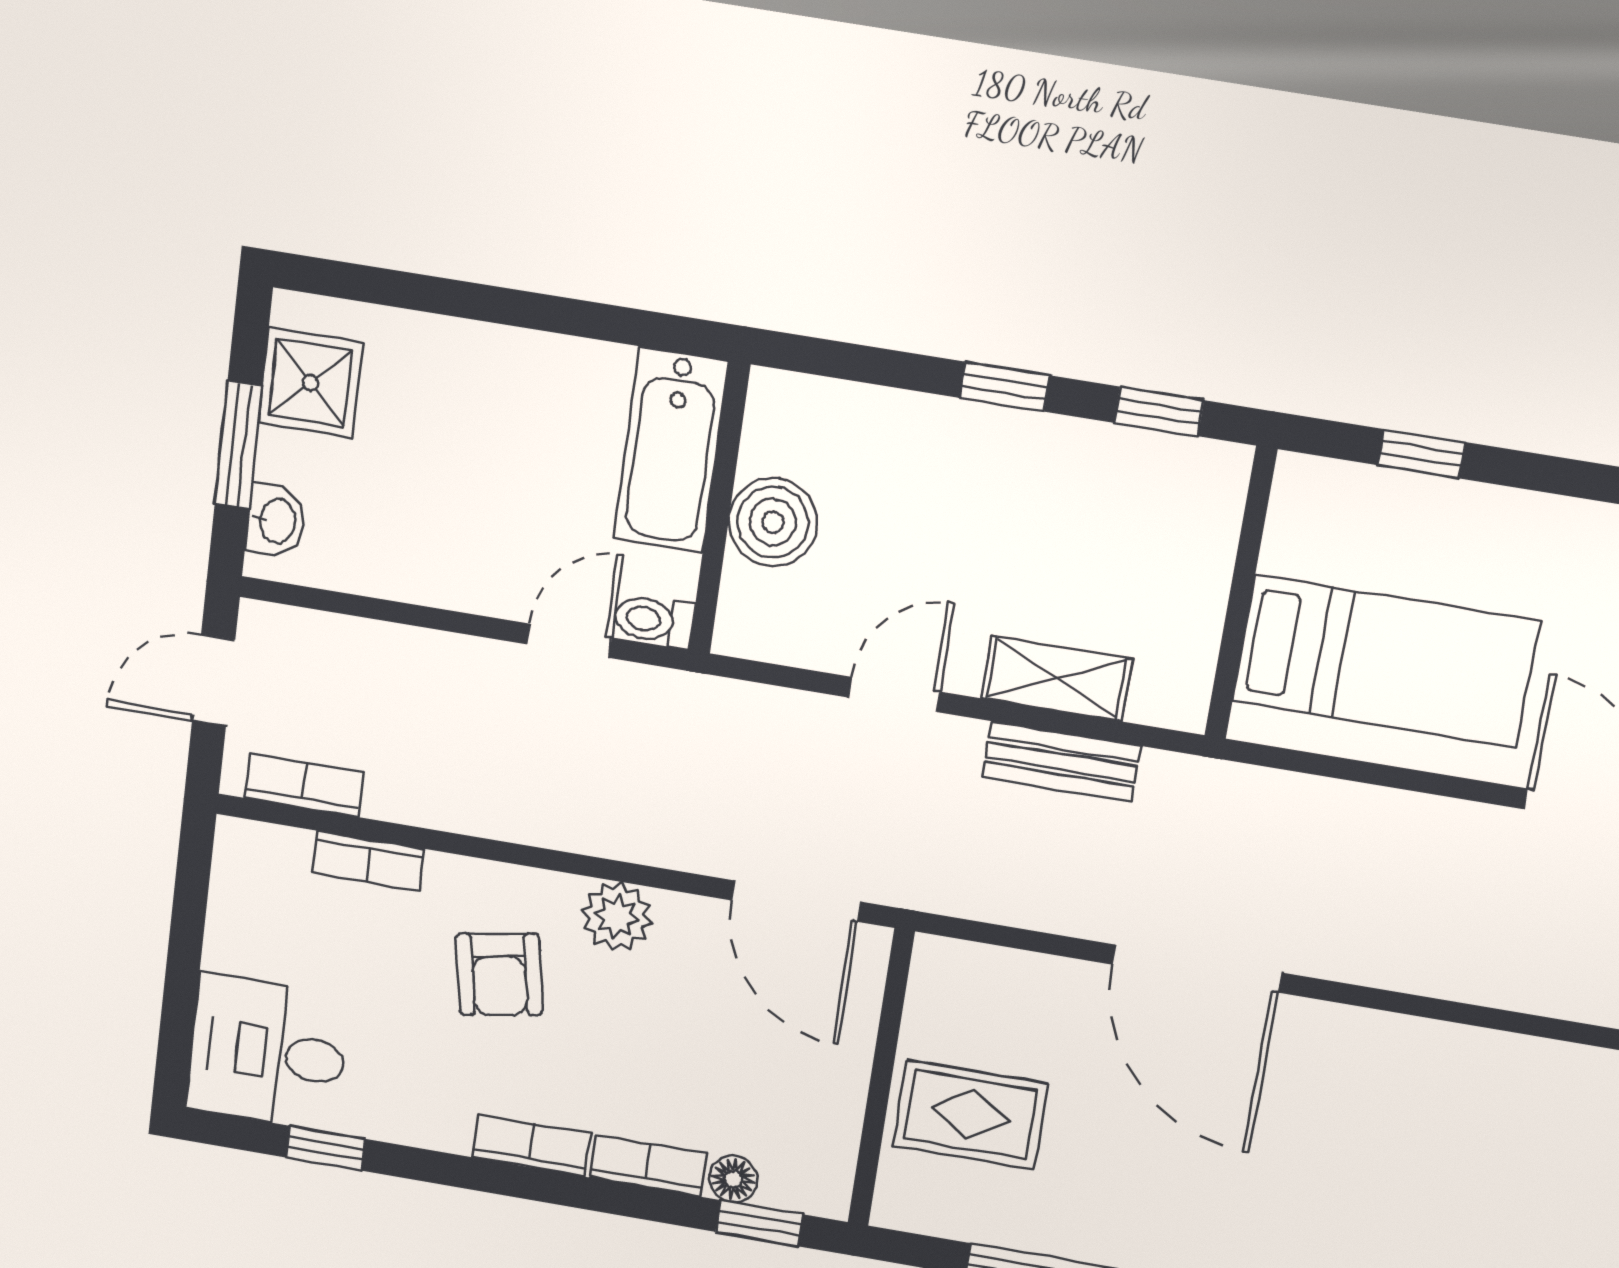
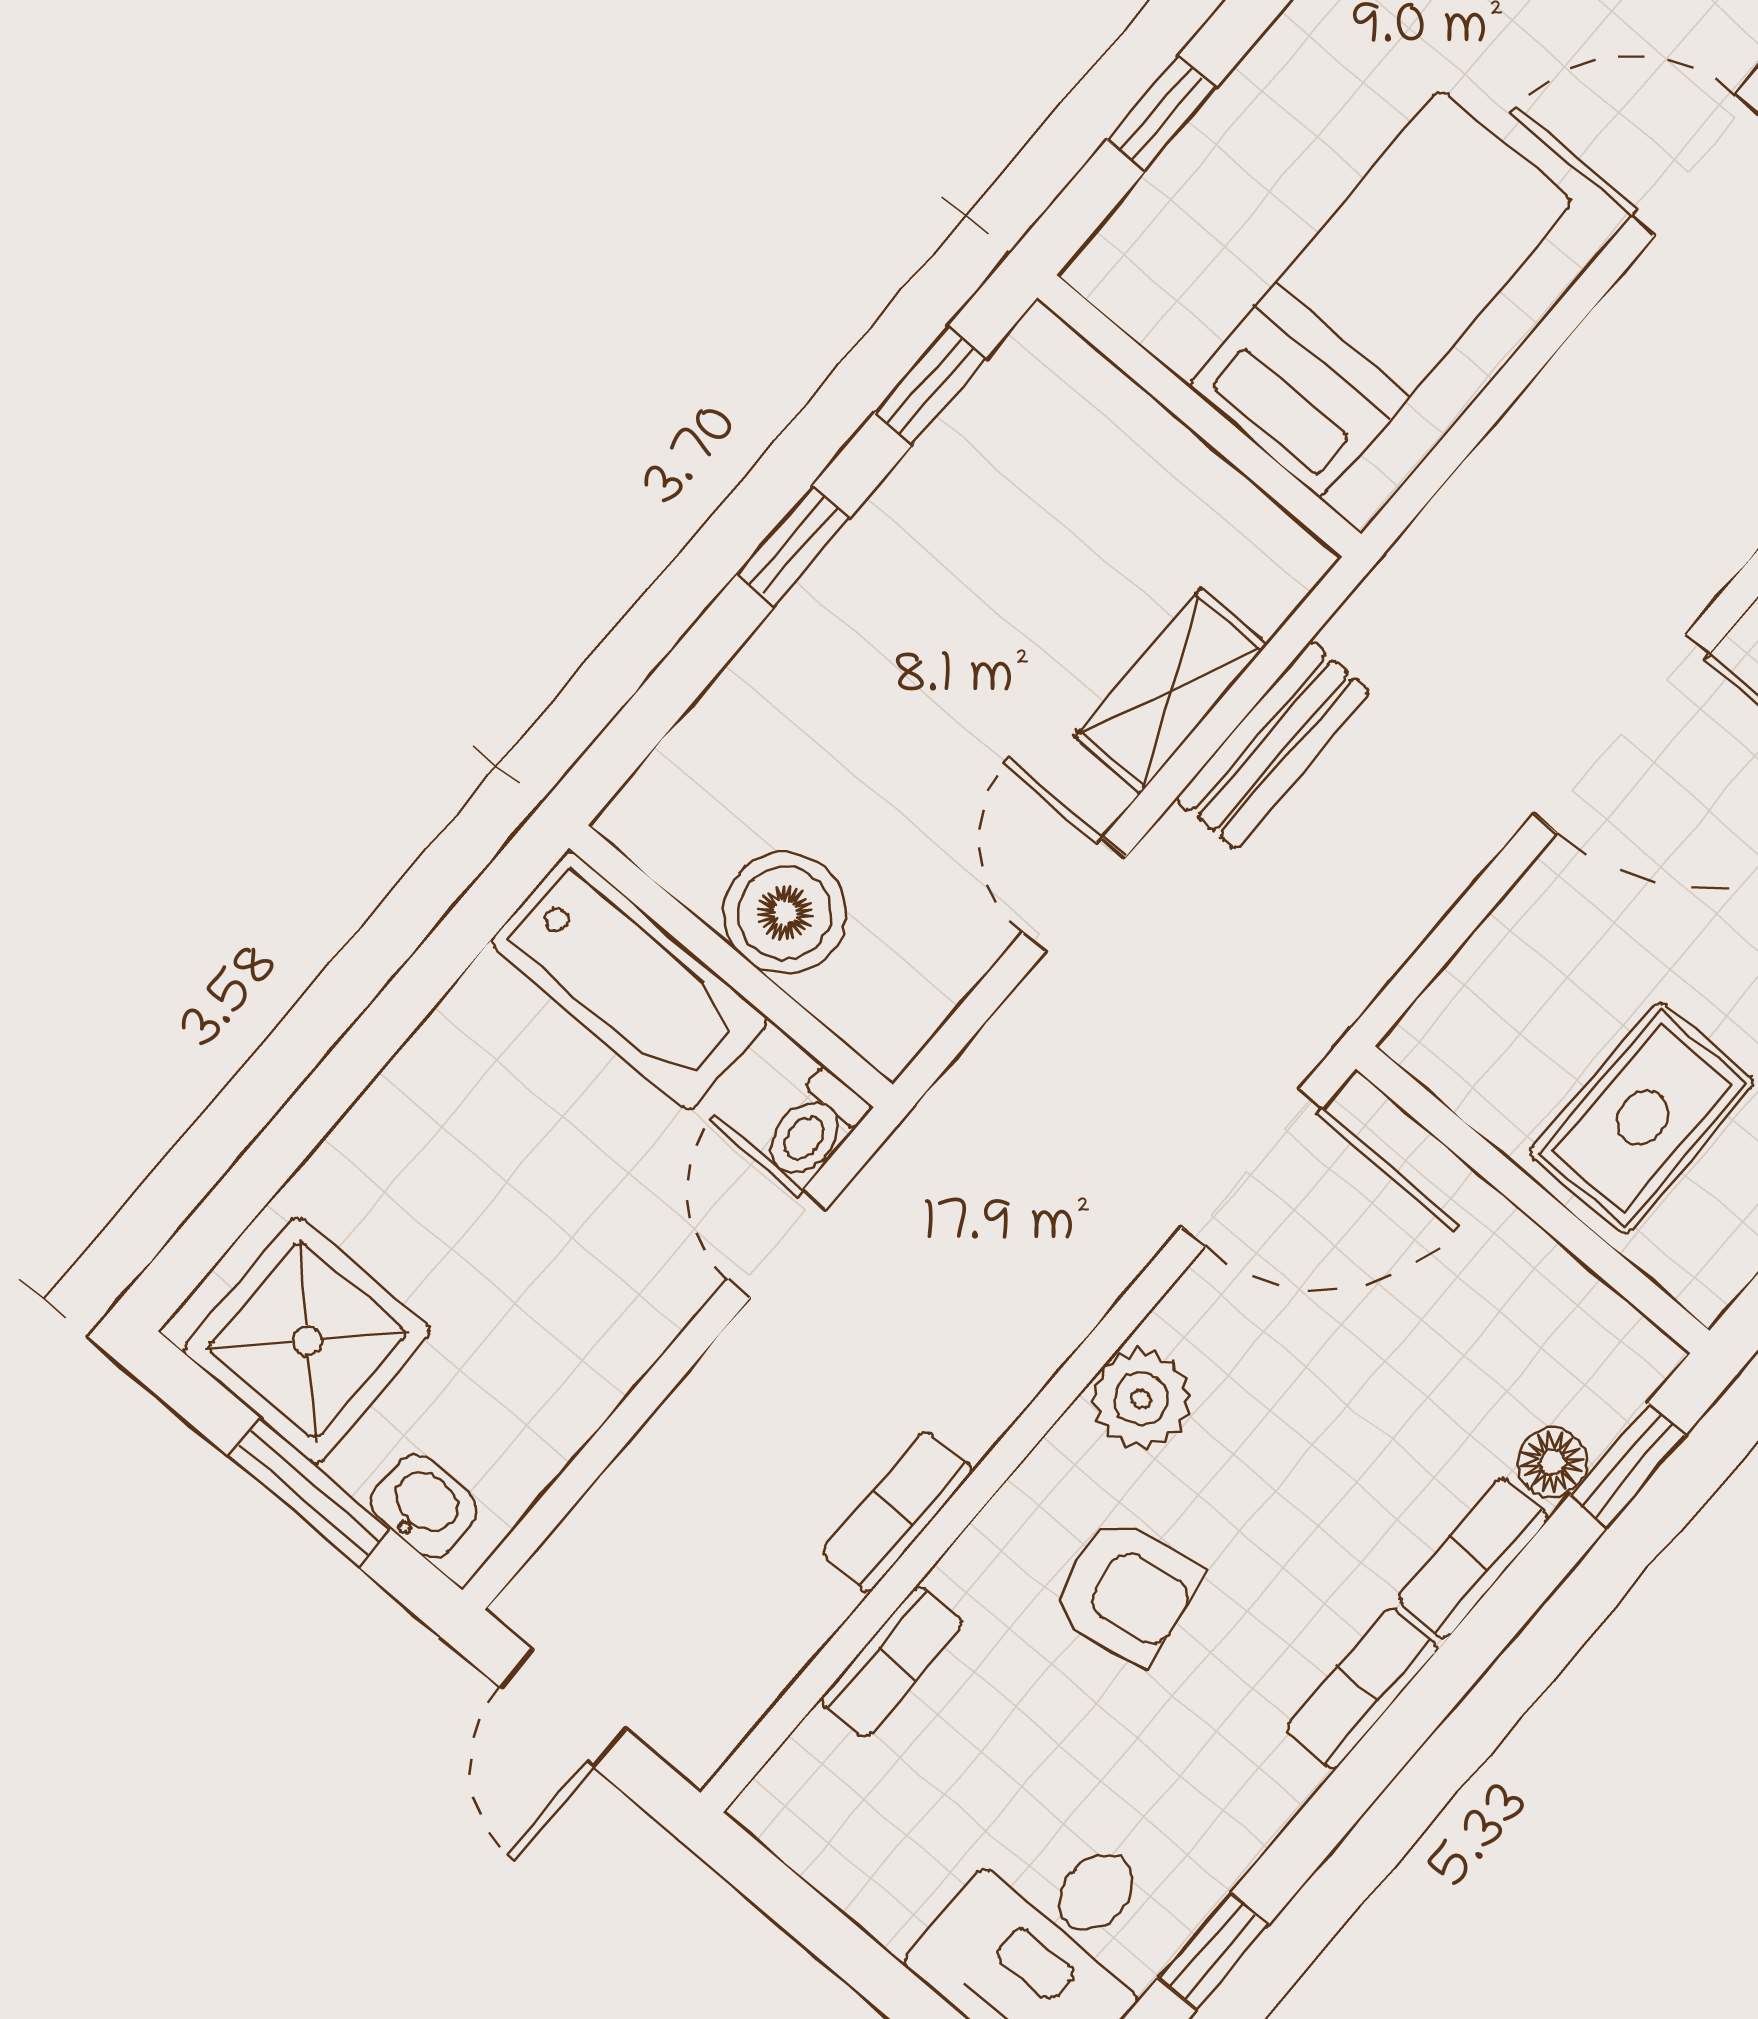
shower: (310, 383) -> (307, 1340), width x1.36, depth x1.36
bookcase: (304, 785) -> (897, 1511), moved

